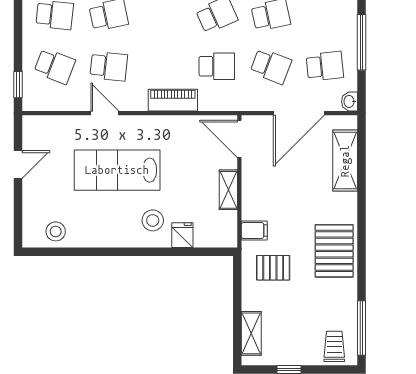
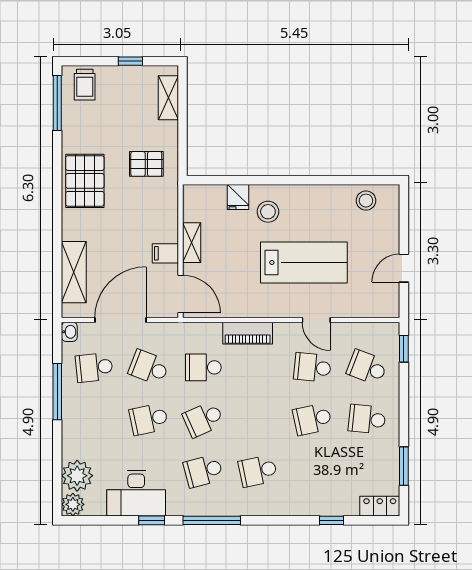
filing cabinet: (254, 230) -> (165, 253), moved

